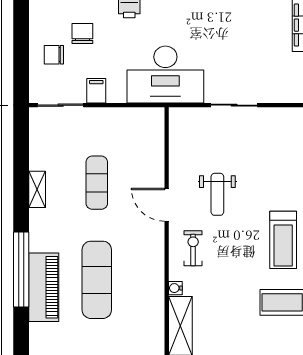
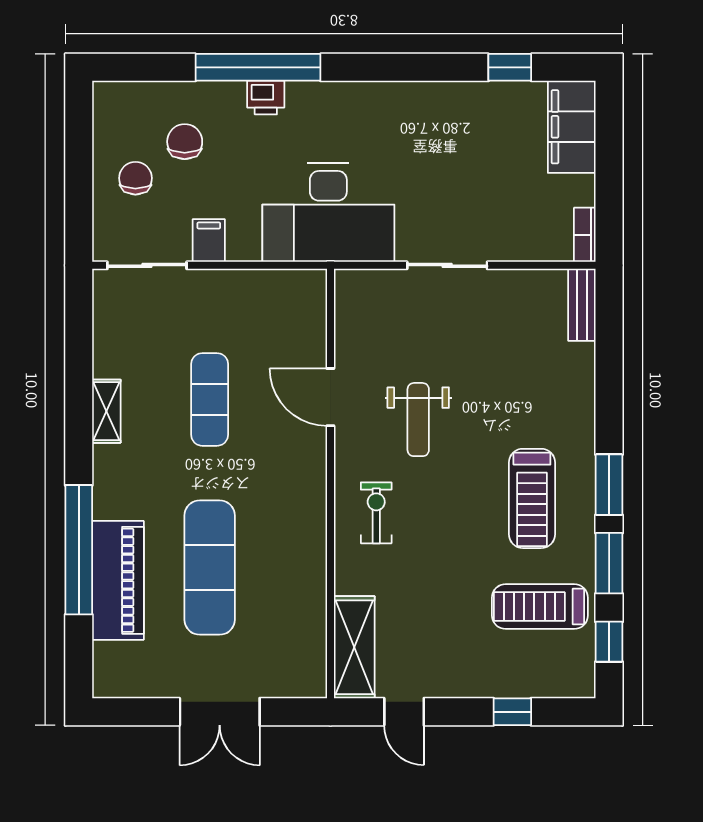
chair: (54, 55) -> (135, 178), turned 90
door: (167, 205) -> (330, 397), moved
water cooler: (175, 288) -> (345, 582), removed

